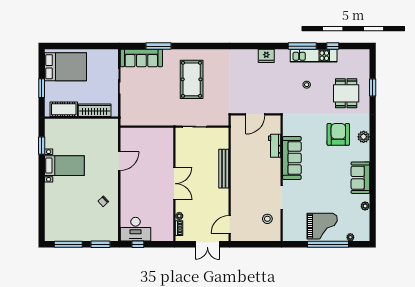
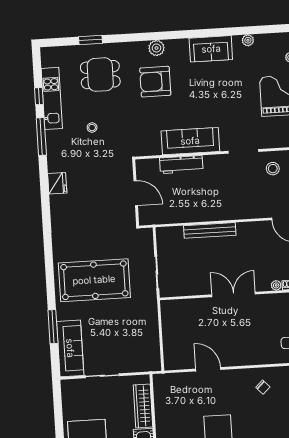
kitchen unit: (314, 56) -> (52, 98), moved
pool table: (192, 79) -> (94, 280), width x1.36, depth x1.32
workbench: (275, 146) -> (181, 165), width x1.38

